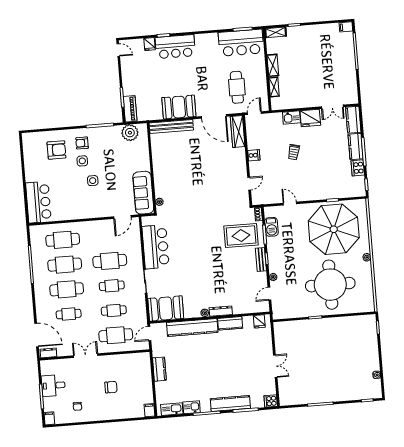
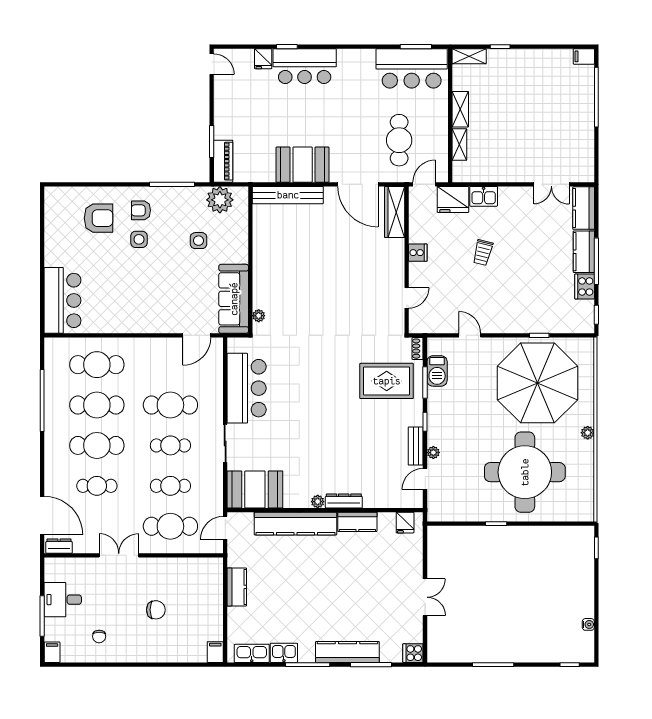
fridge: (310, 118) -> (453, 199), moved
side table: (93, 181) -> (199, 241), moved
bench: (261, 259) -> (416, 446), moved

